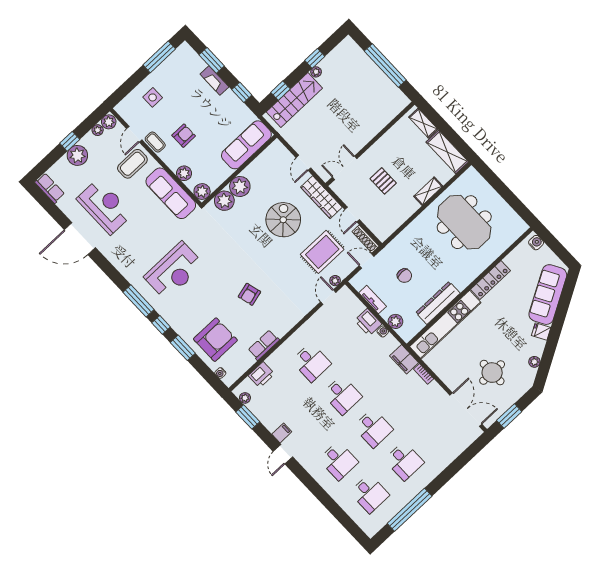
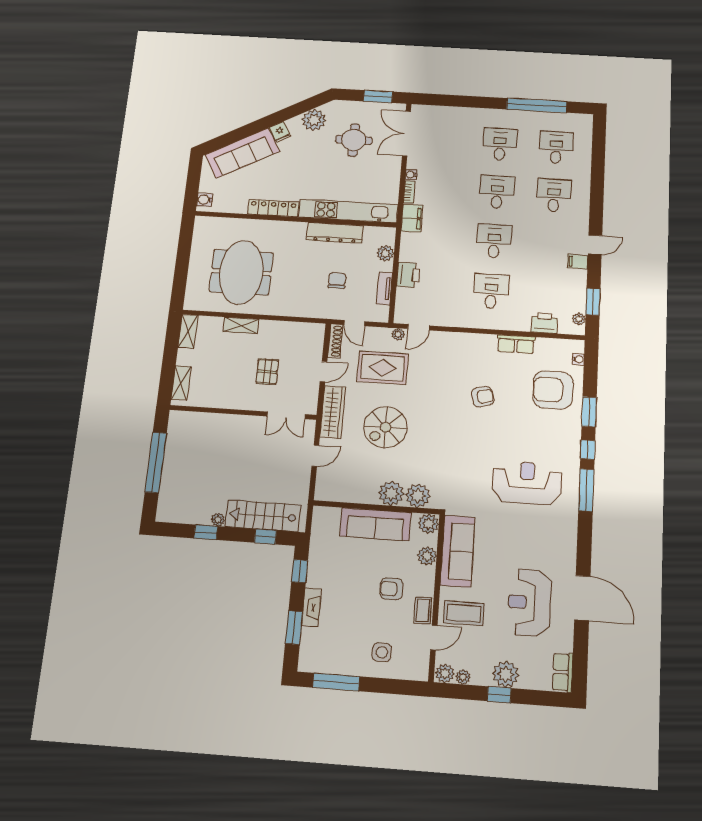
sofa: (246, 145) -> (375, 524), moved
shelving: (447, 152) -> (188, 331), width x0.67, depth x0.75
water cooler: (383, 331) -> (411, 175), moved
plant: (534, 362) -> (314, 120), width x1.88, depth x1.88

